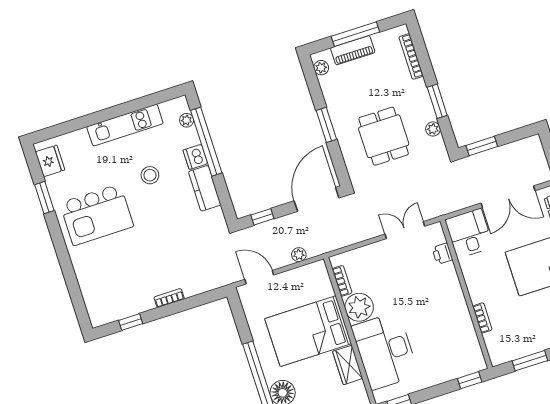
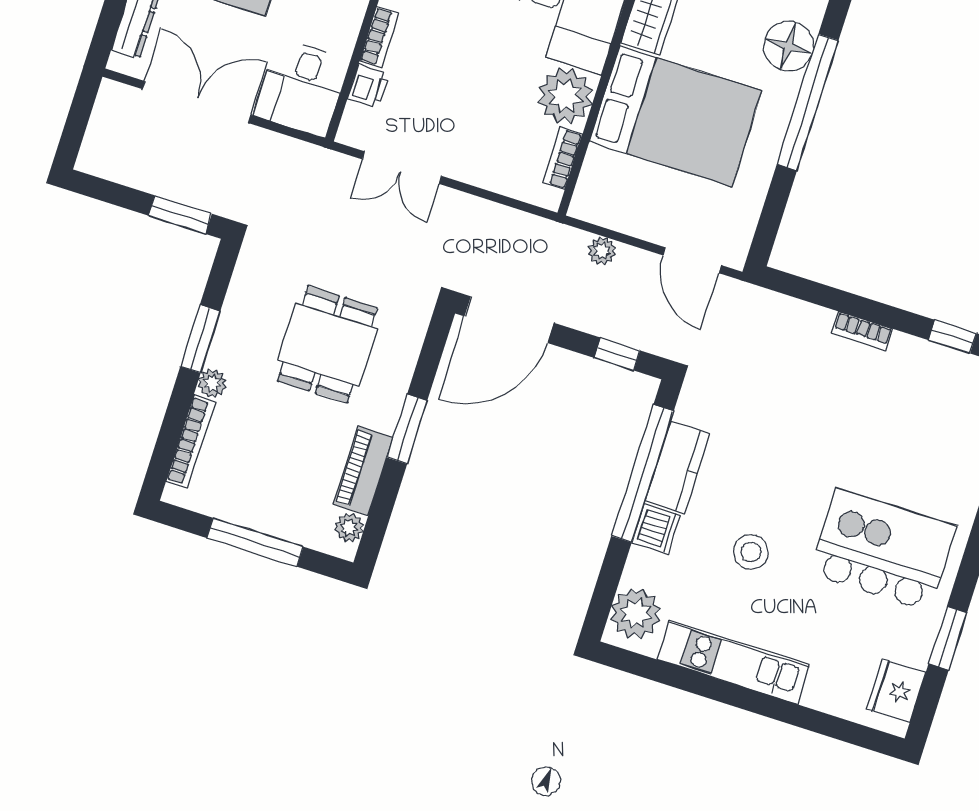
piano: (353, 50) -> (363, 471), moved, turned -90
plant: (187, 120) -> (636, 613), width x1.88, depth x1.88
plant: (433, 129) -> (212, 383), moved
window: (206, 142) -> (643, 474), moved
bookcase: (452, 277) -> (379, 37), added

